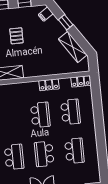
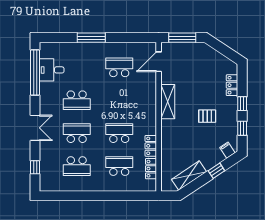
locker: (81, 81) -> (151, 169), moved
school desk: (70, 112) -> (119, 166), turned 180
school desk: (40, 115) -> (119, 133), turned 180

